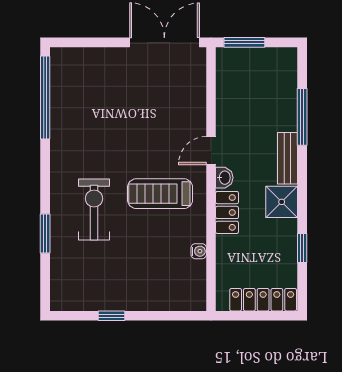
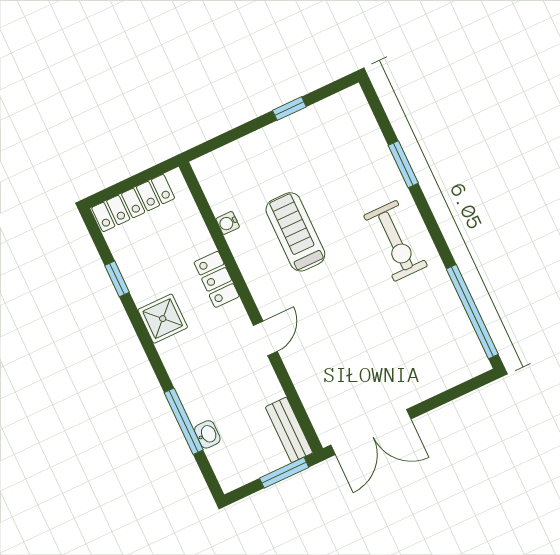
bench: (288, 158) -> (289, 430), moved
washbasin: (224, 178) -> (207, 434), moved, turned 180
treadmill: (160, 194) -> (295, 232), moved, turned -90
exercise bike: (94, 210) -> (396, 241), moved

